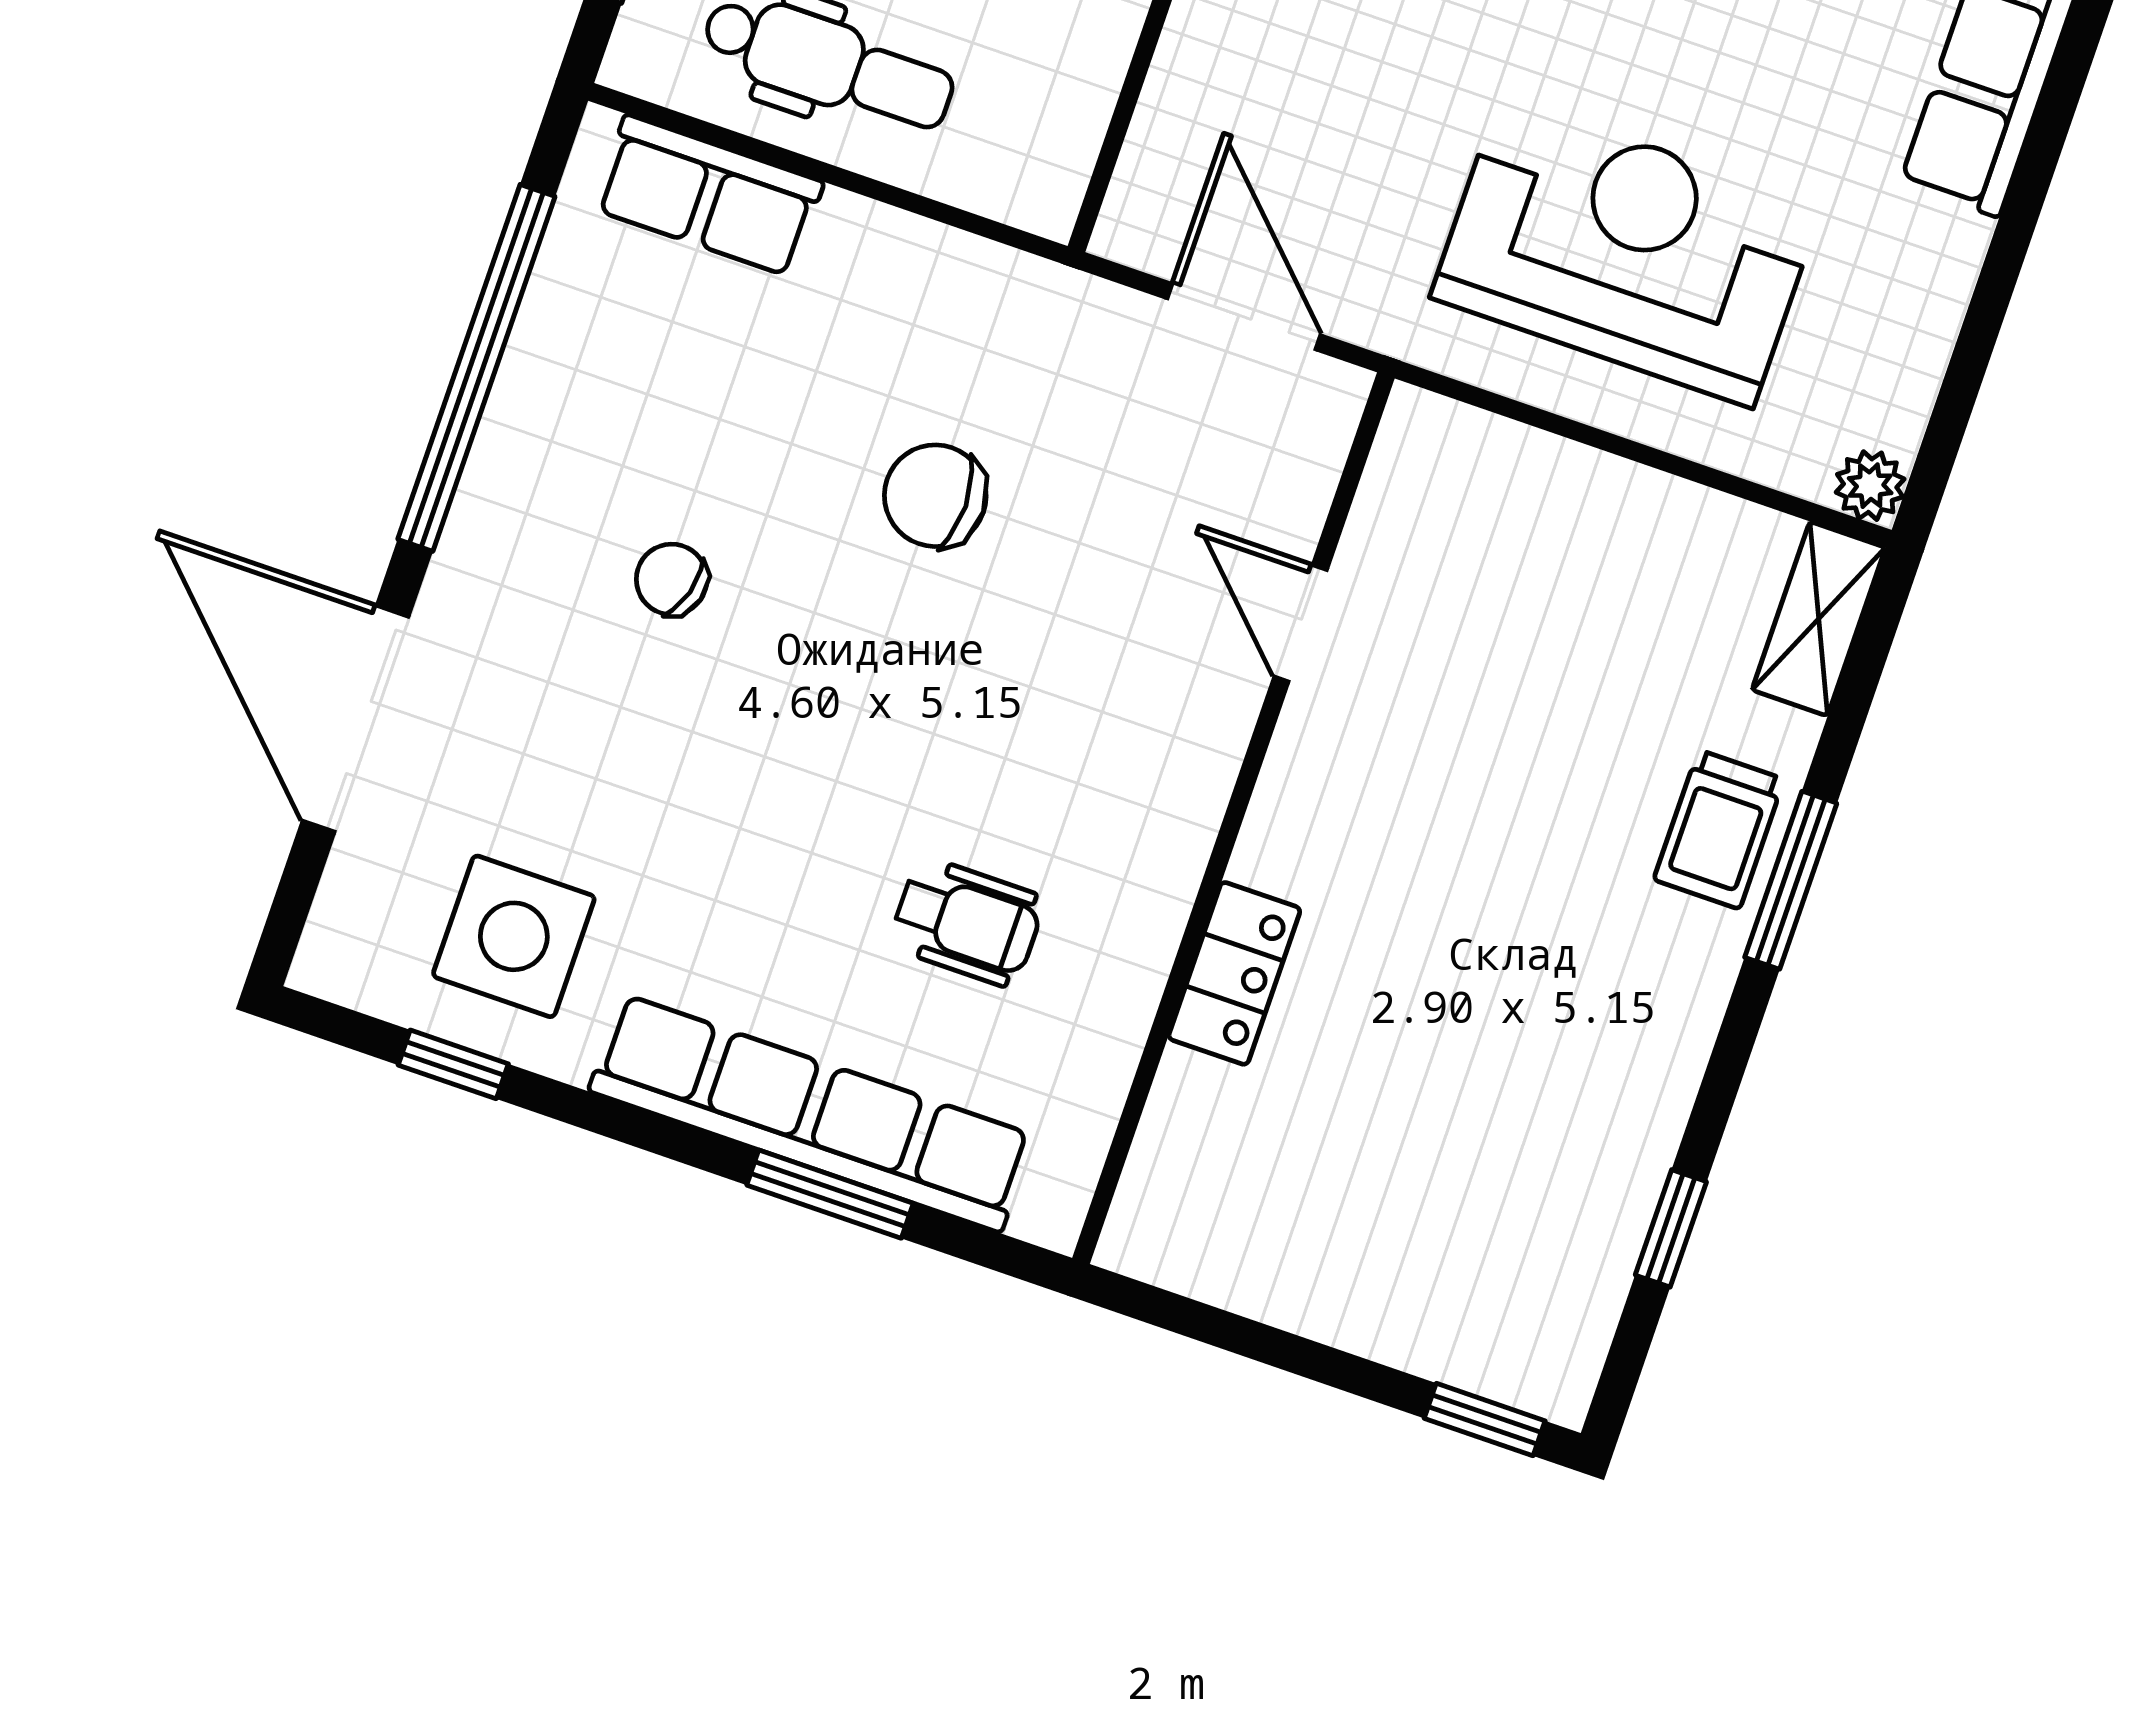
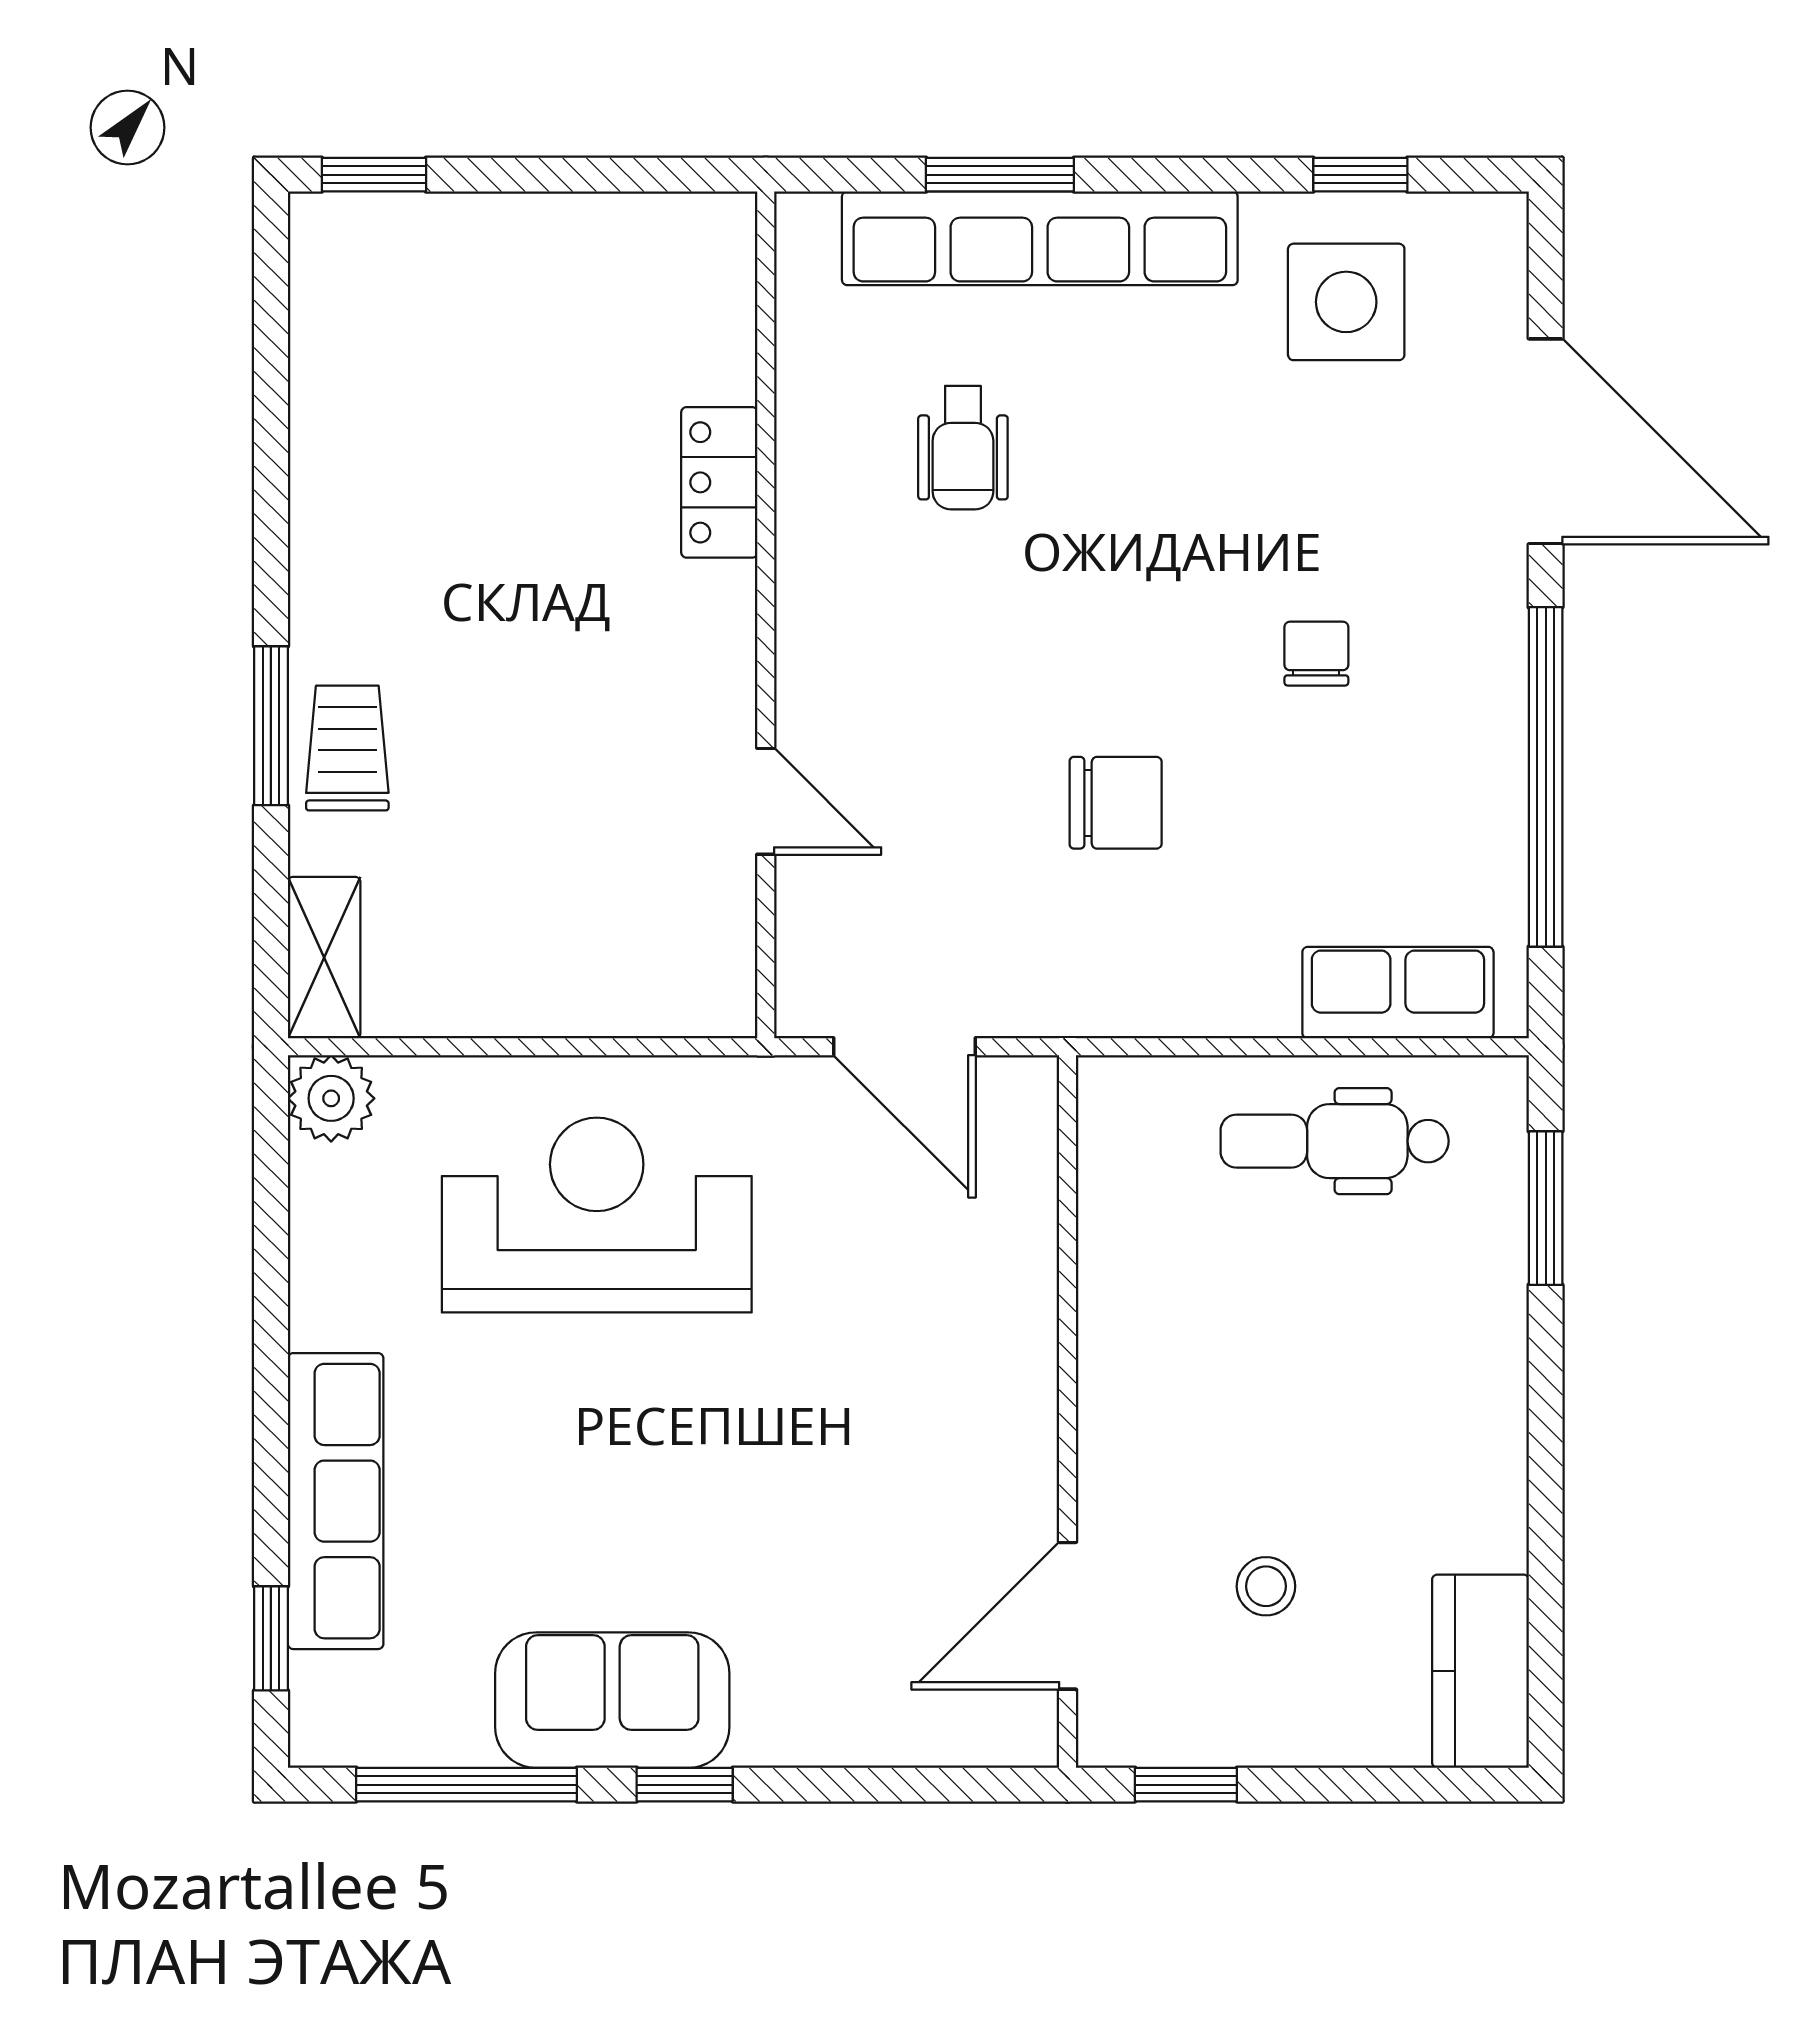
reception desk: (1626, 251) -> (597, 1215), turned 180
plant: (1870, 486) -> (331, 1098), width x1.38, depth x1.38
chair: (672, 579) -> (1316, 654), turned -106
wheelchair: (967, 922) -> (963, 448), turned -90
window: (1671, 1228) -> (271, 393), removed

